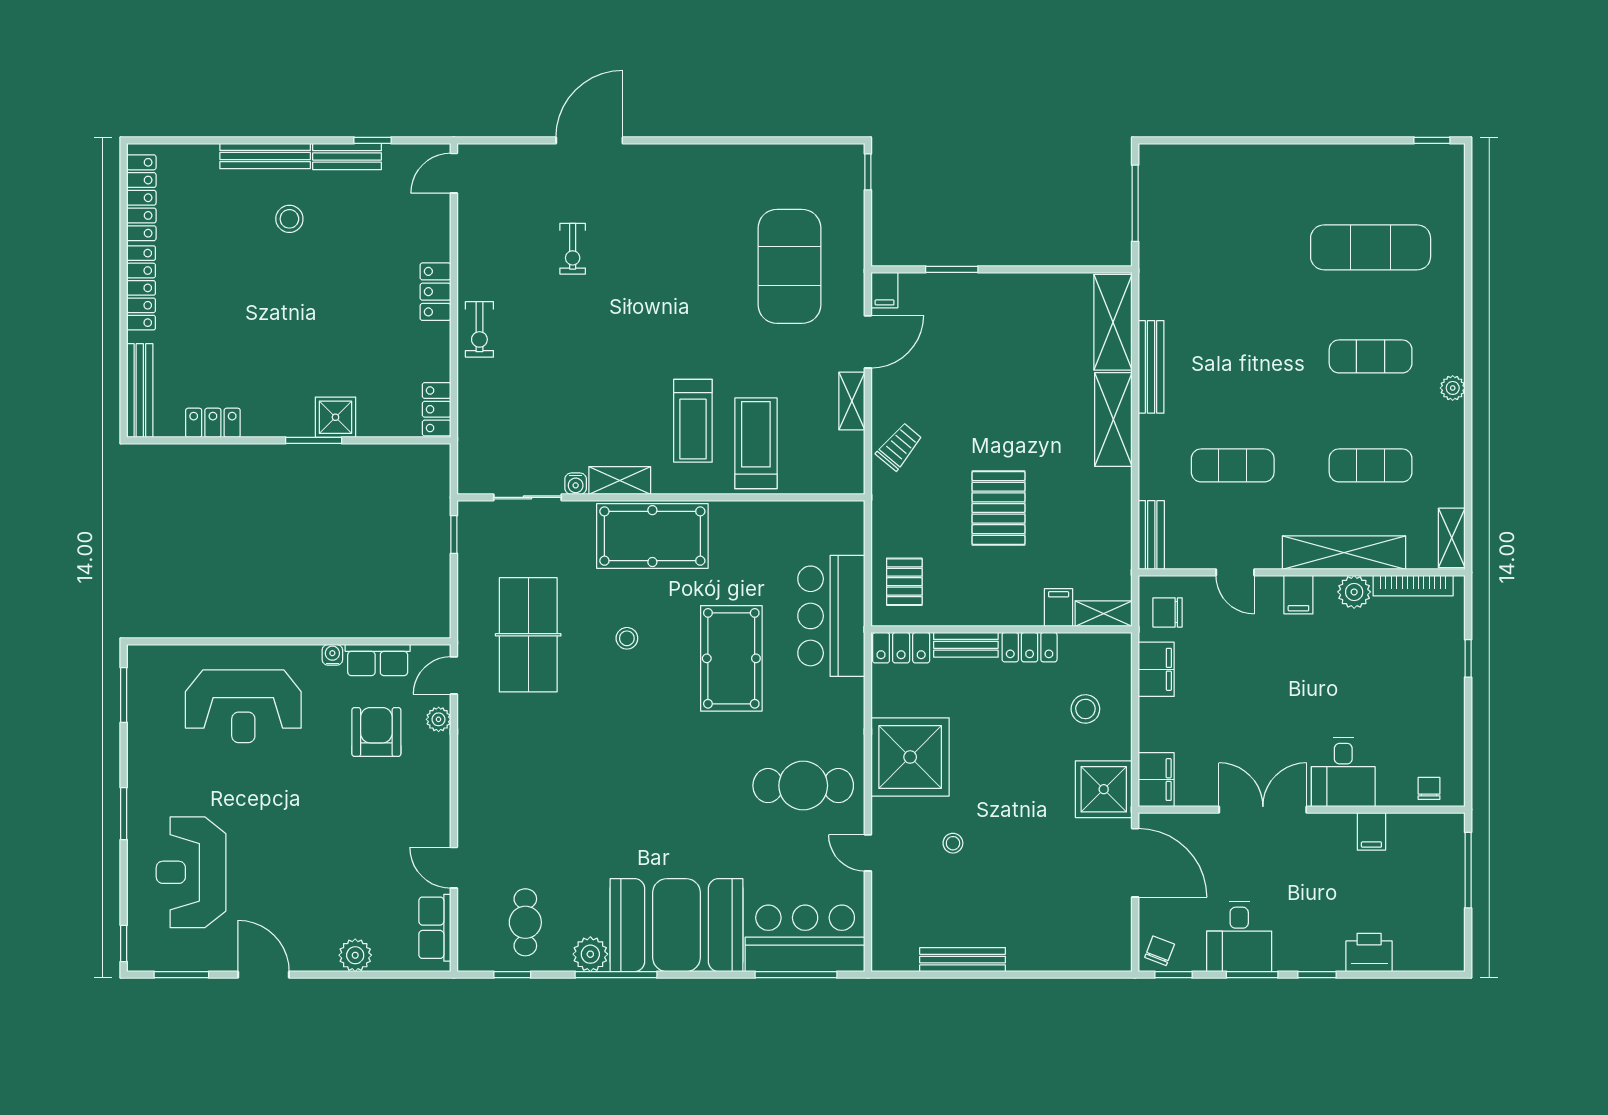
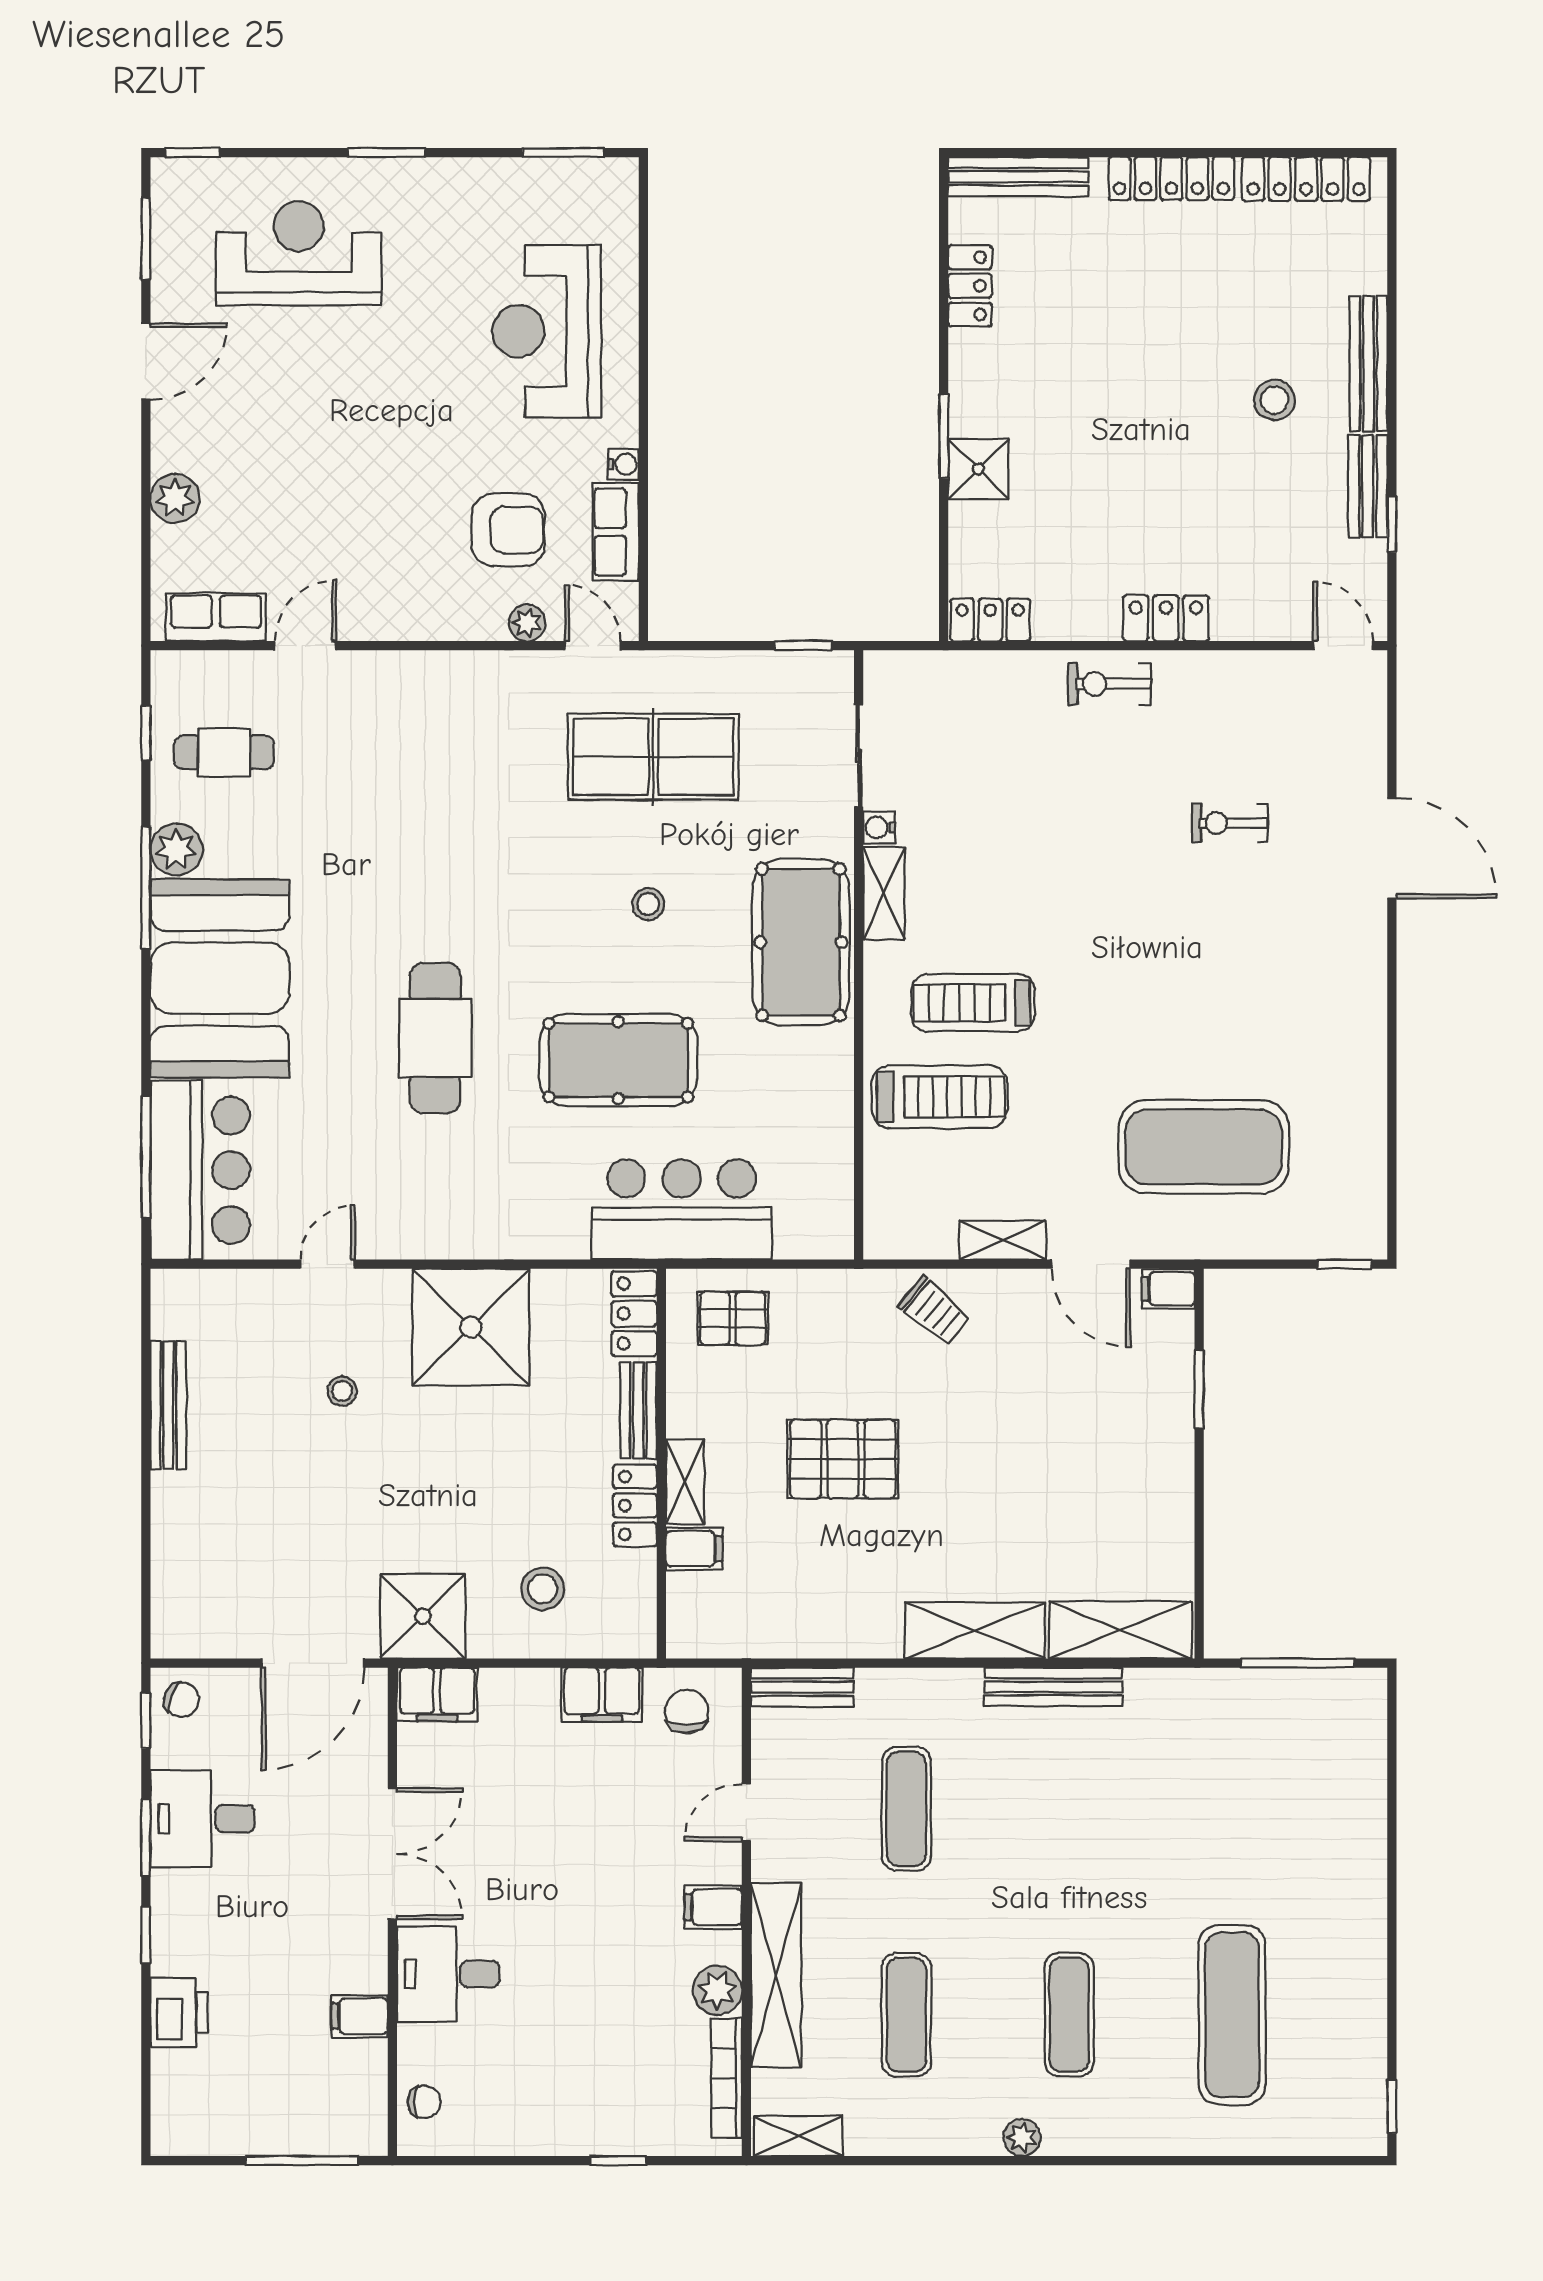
shelving: (1104, 614) -> (685, 1481), moved
cafe table: (803, 786) -> (435, 1038), moved

